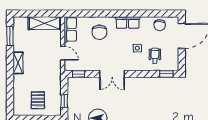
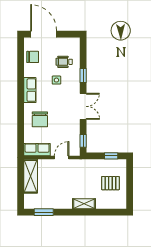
chair: (99, 32) -> (40, 119), turned 90
shelving: (18, 63) -> (84, 204), moved
window: (166, 74) -> (83, 76), moved

